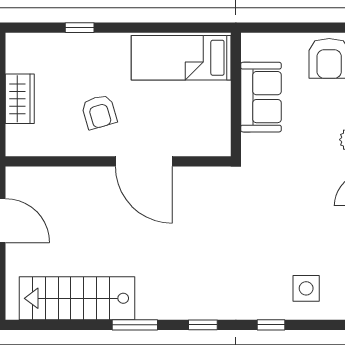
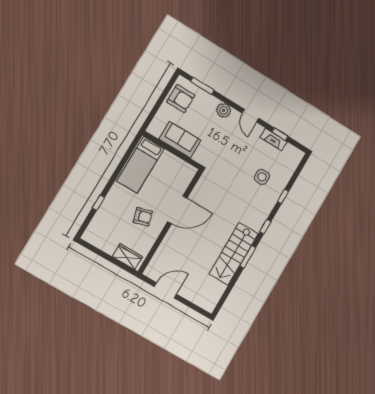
wardrobe: (20, 99) -> (127, 257), moved
side table: (306, 288) -> (262, 177), moved
stairs: (77, 298) -> (234, 254), moved

